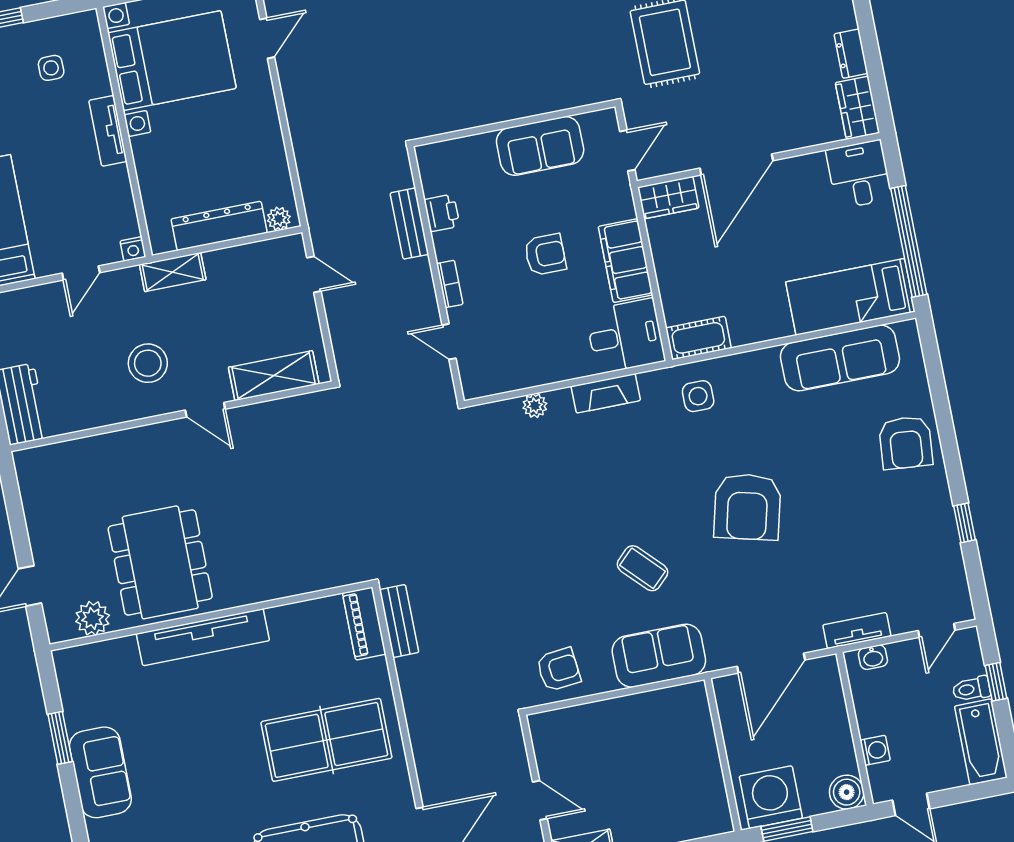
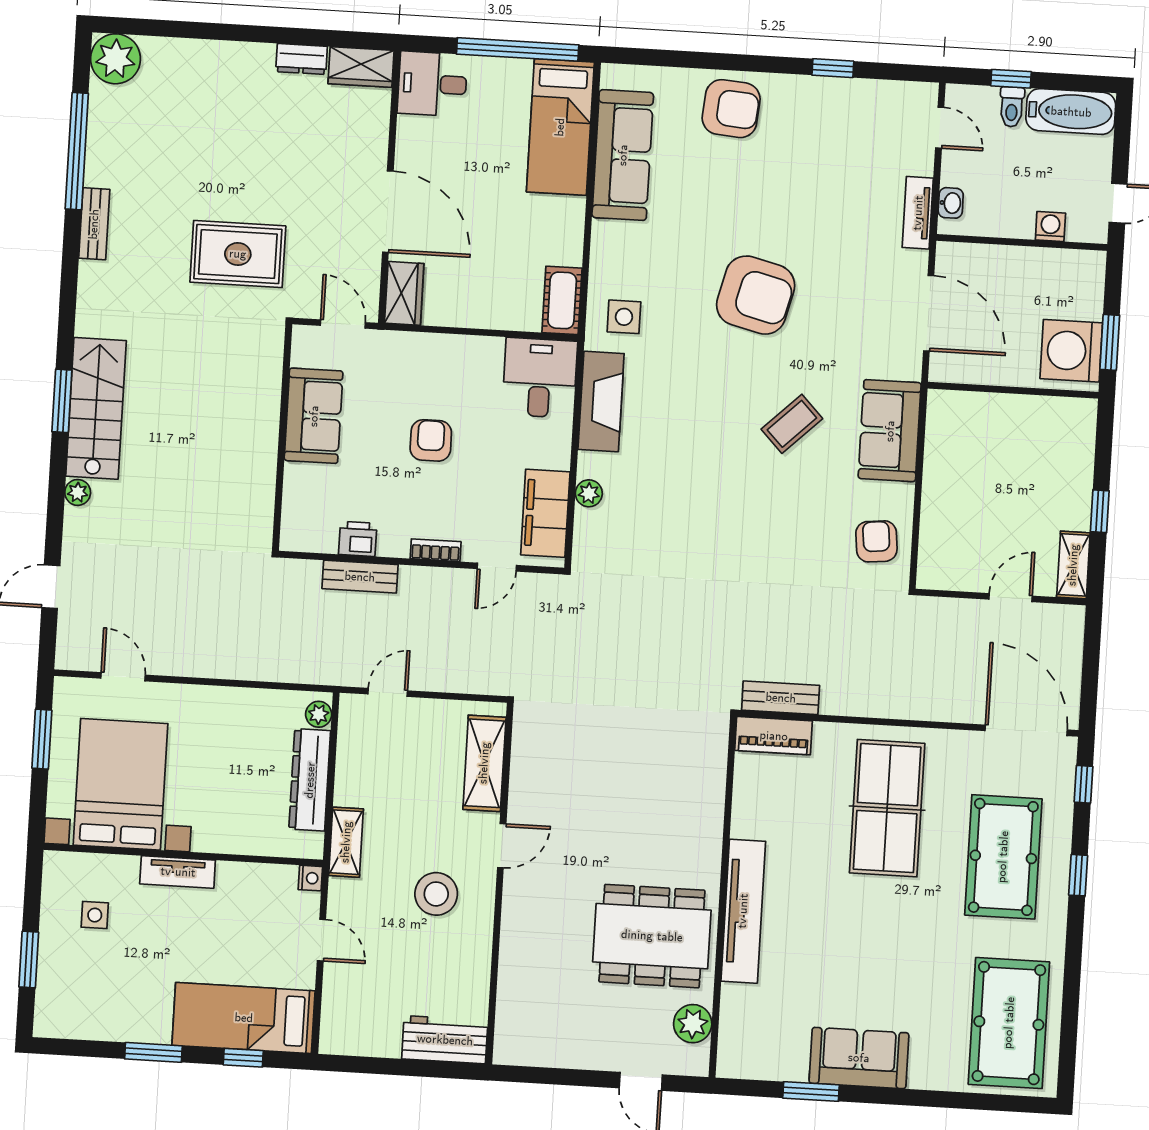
filing cabinet: (626, 261) -> (545, 513), moved, turned 90
fireplace: (606, 393) -> (601, 401), width x1.37, depth x1.32
boiler: (847, 792) -> (1087, 268), removed

